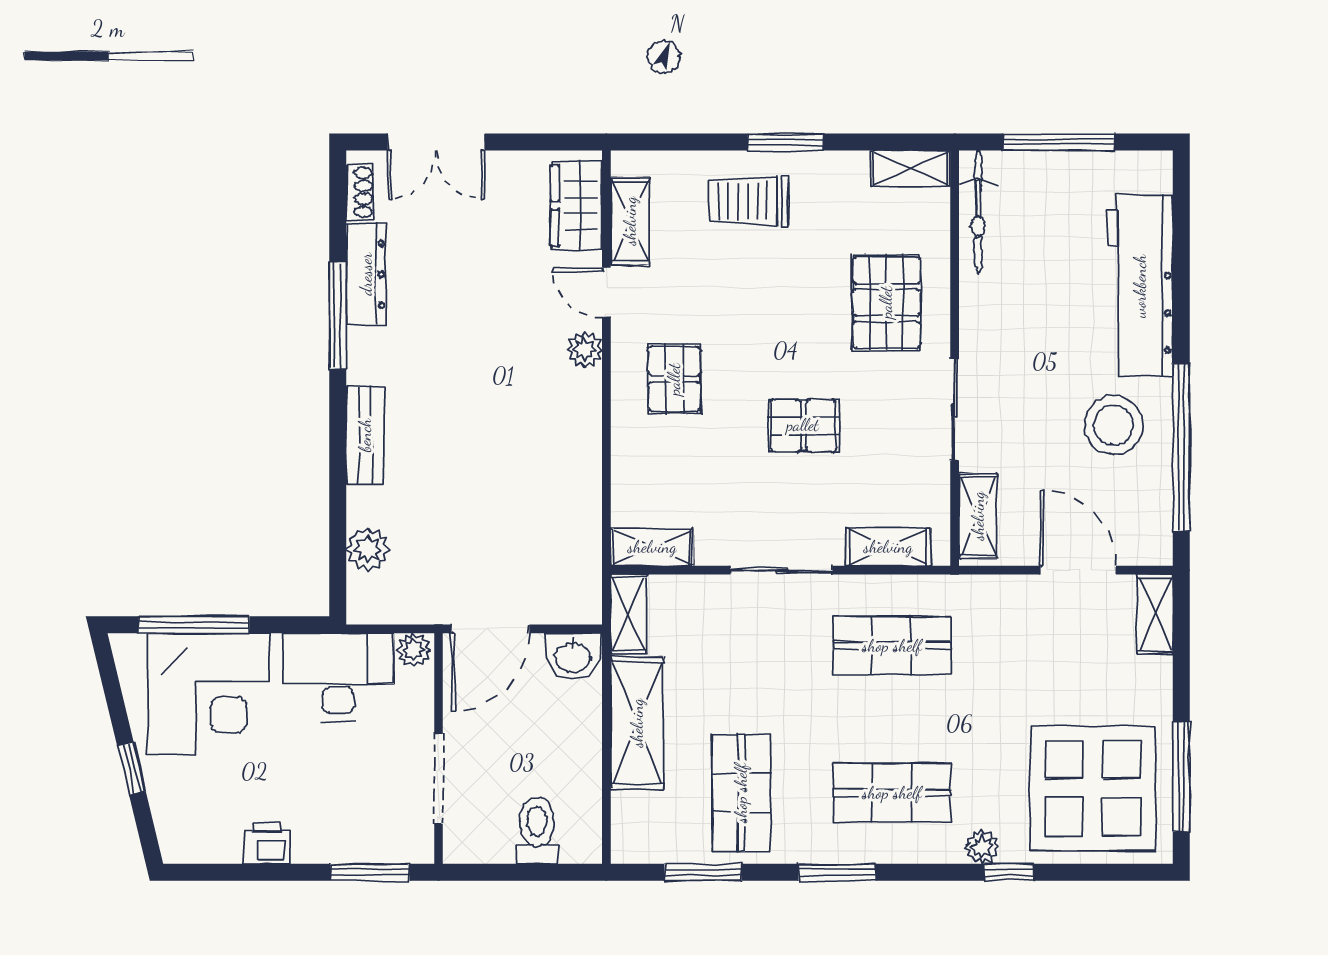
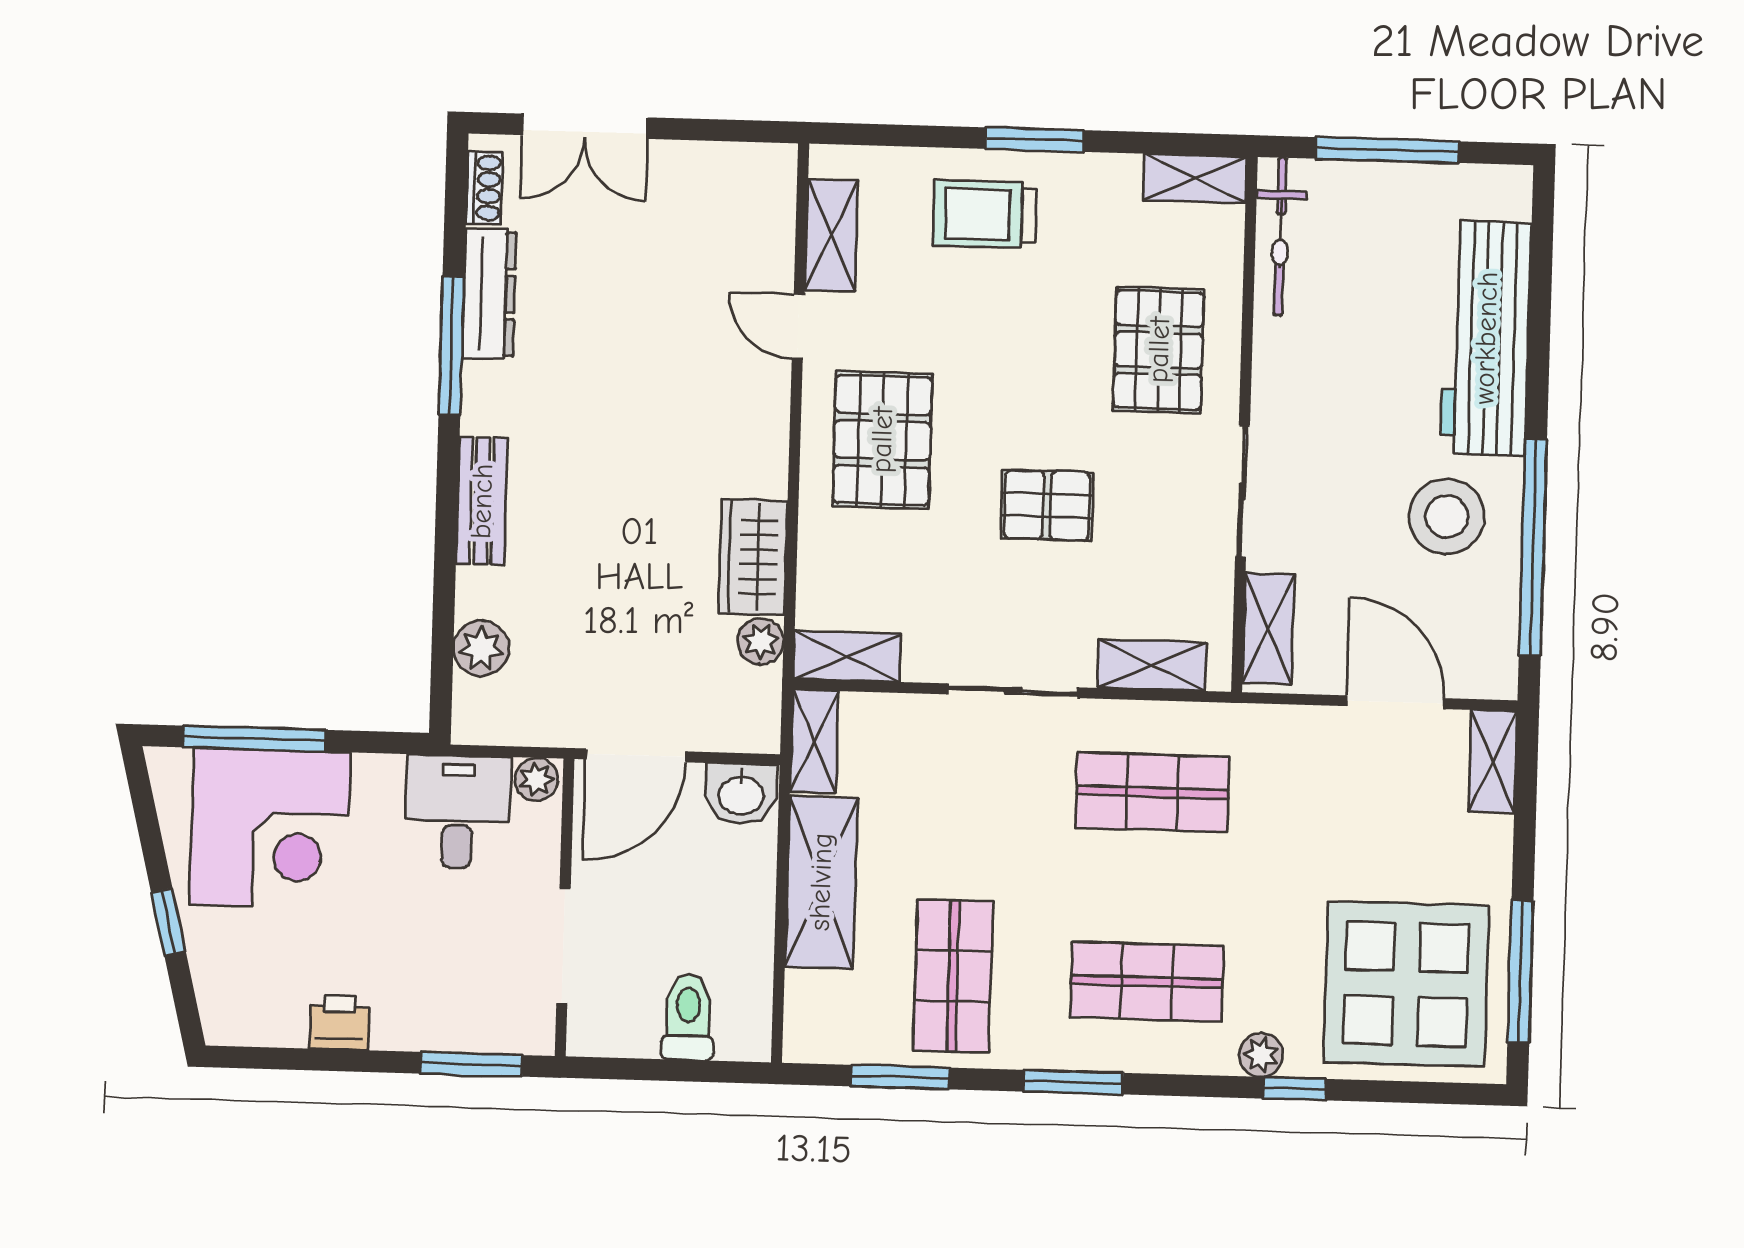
wardrobe: (577, 206) -> (753, 557), moved
plant: (584, 349) -> (761, 641), moved
pallet: (674, 379) -> (882, 440), width x1.50, depth x1.42
desk: (338, 677) -> (458, 812), width x0.73

